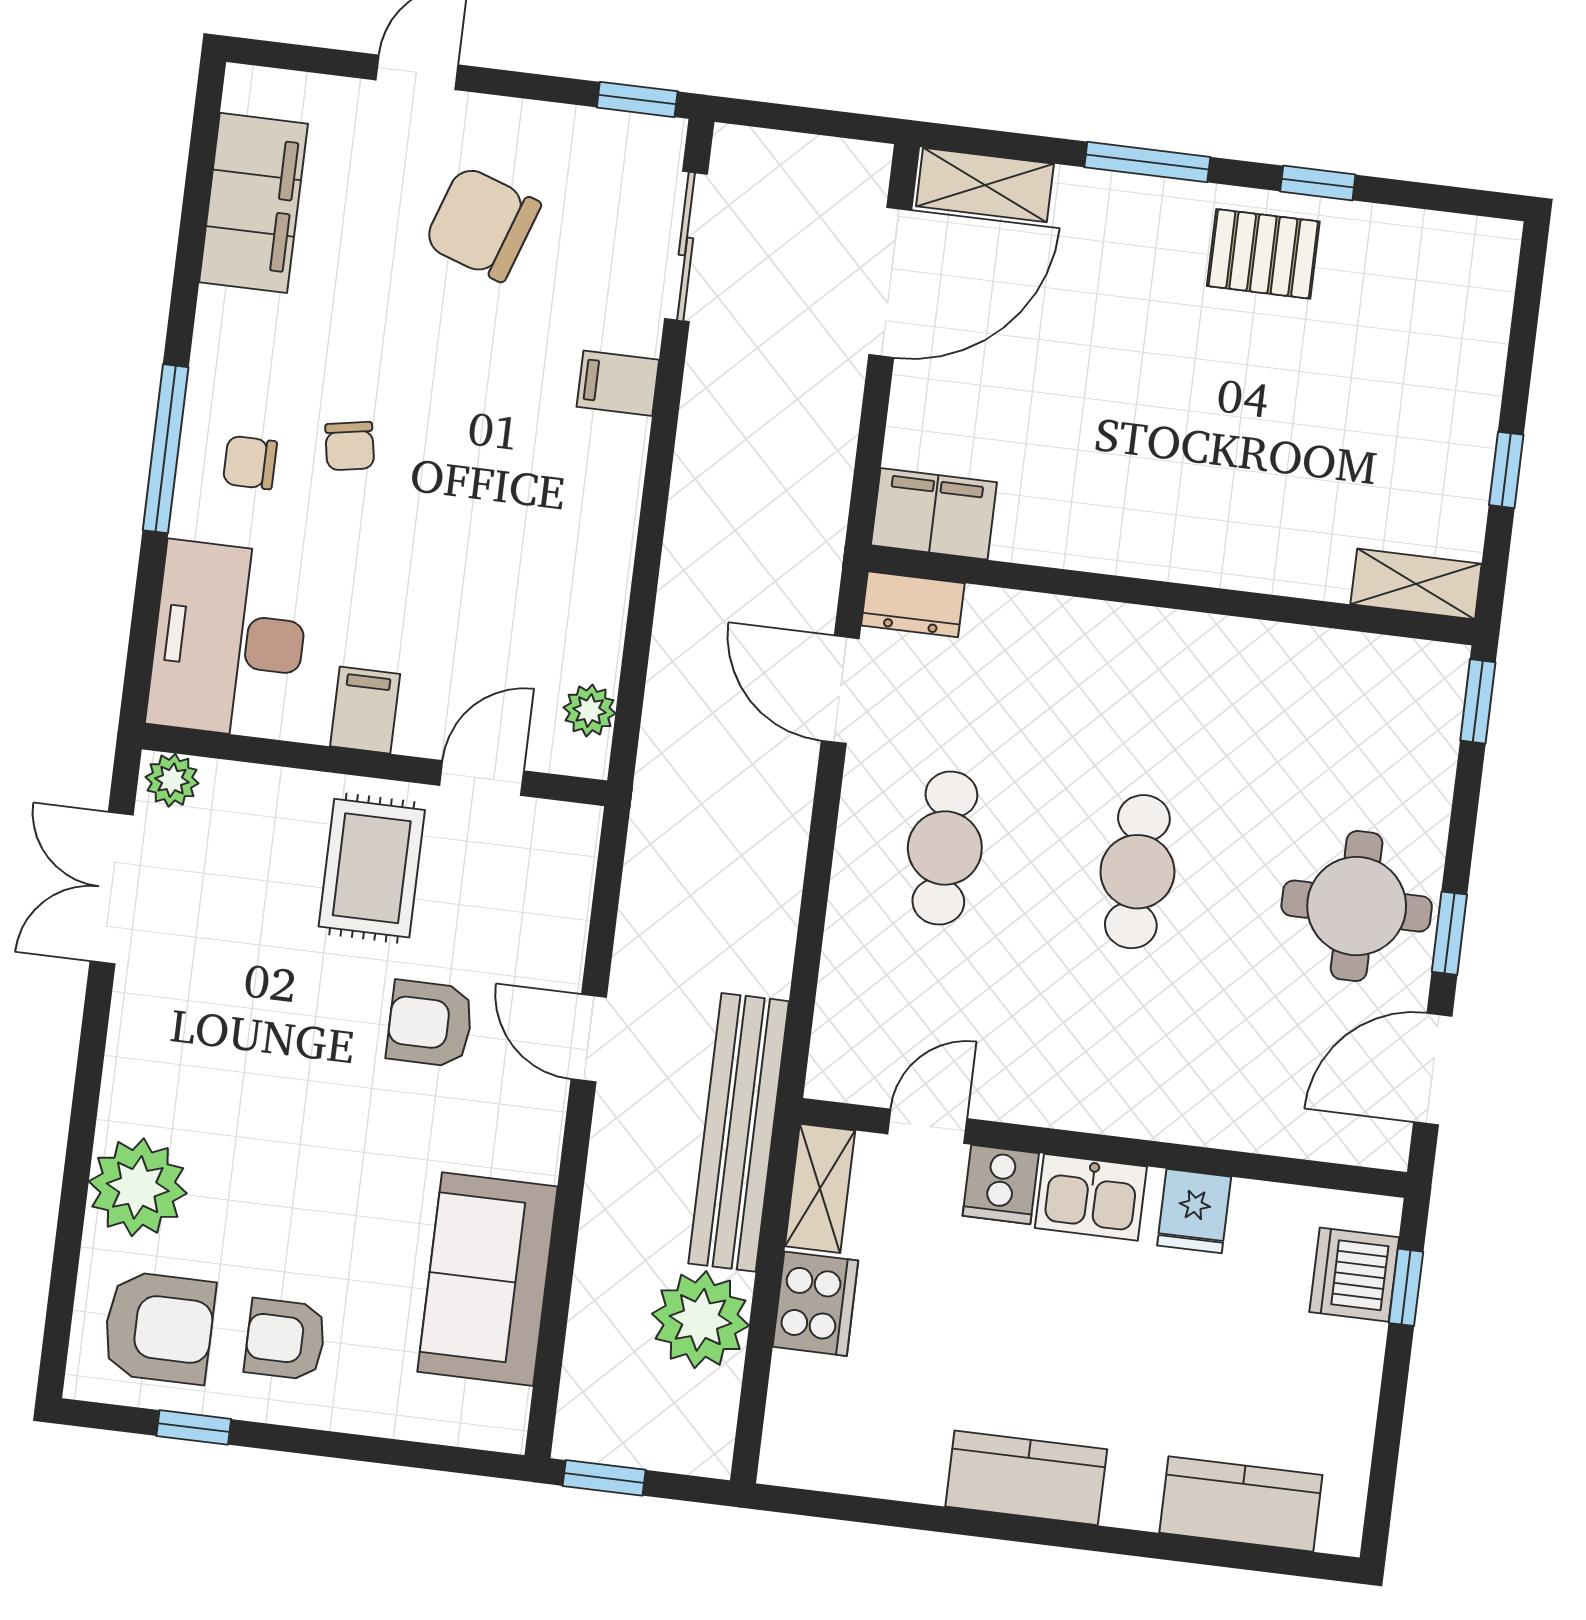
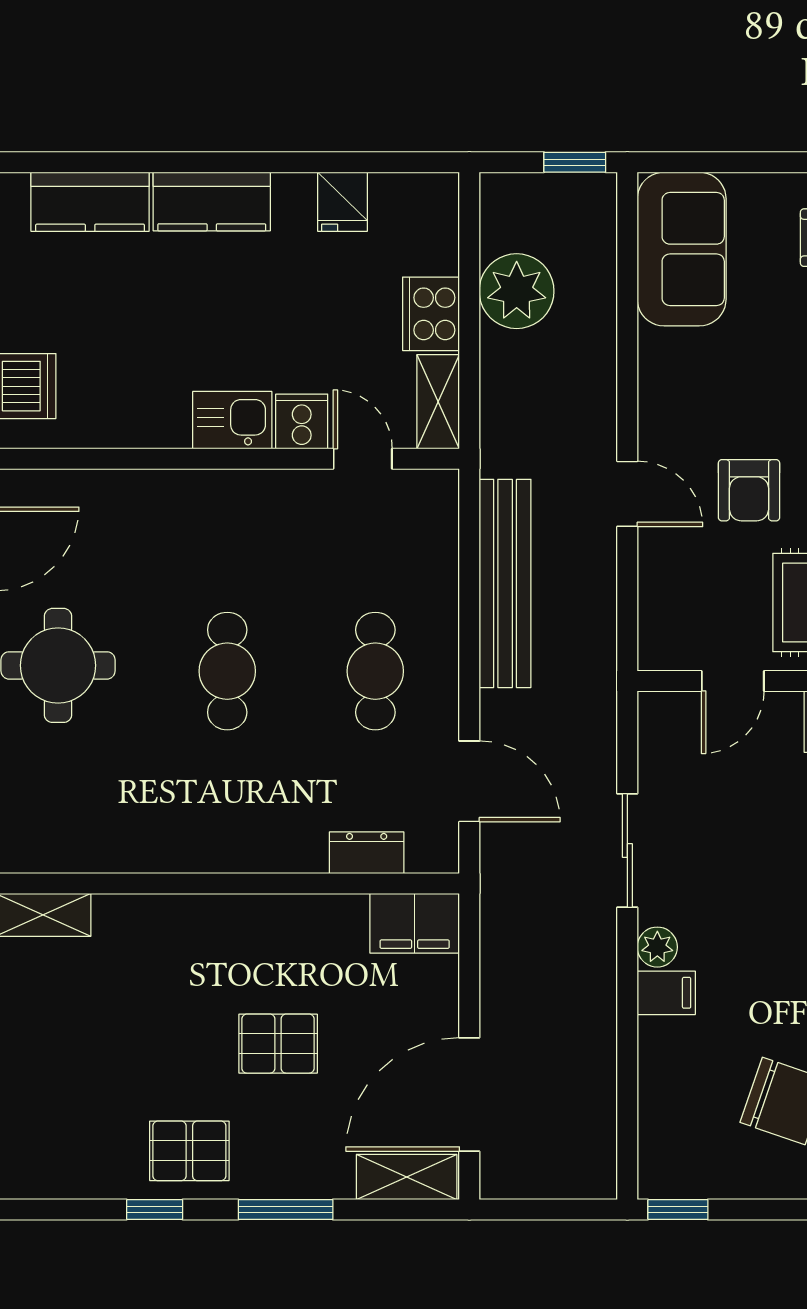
sliding door: (686, 247) -> (627, 851), moved
pallet: (1131, 379) -> (278, 1044), added
dresser: (913, 604) -> (367, 853), moved
plant: (590, 710) -> (657, 947), moved
armchair: (430, 1024) -> (749, 490), turned 90
door: (927, 1126) -> (363, 459), swing flipped
bench: (739, 1132) -> (505, 583), moved
fridge: (1194, 1211) -> (342, 202), moved, turned 180
sofa: (488, 1279) -> (682, 249), moved
kitchen counter: (1026, 1478) -> (212, 202), moved

